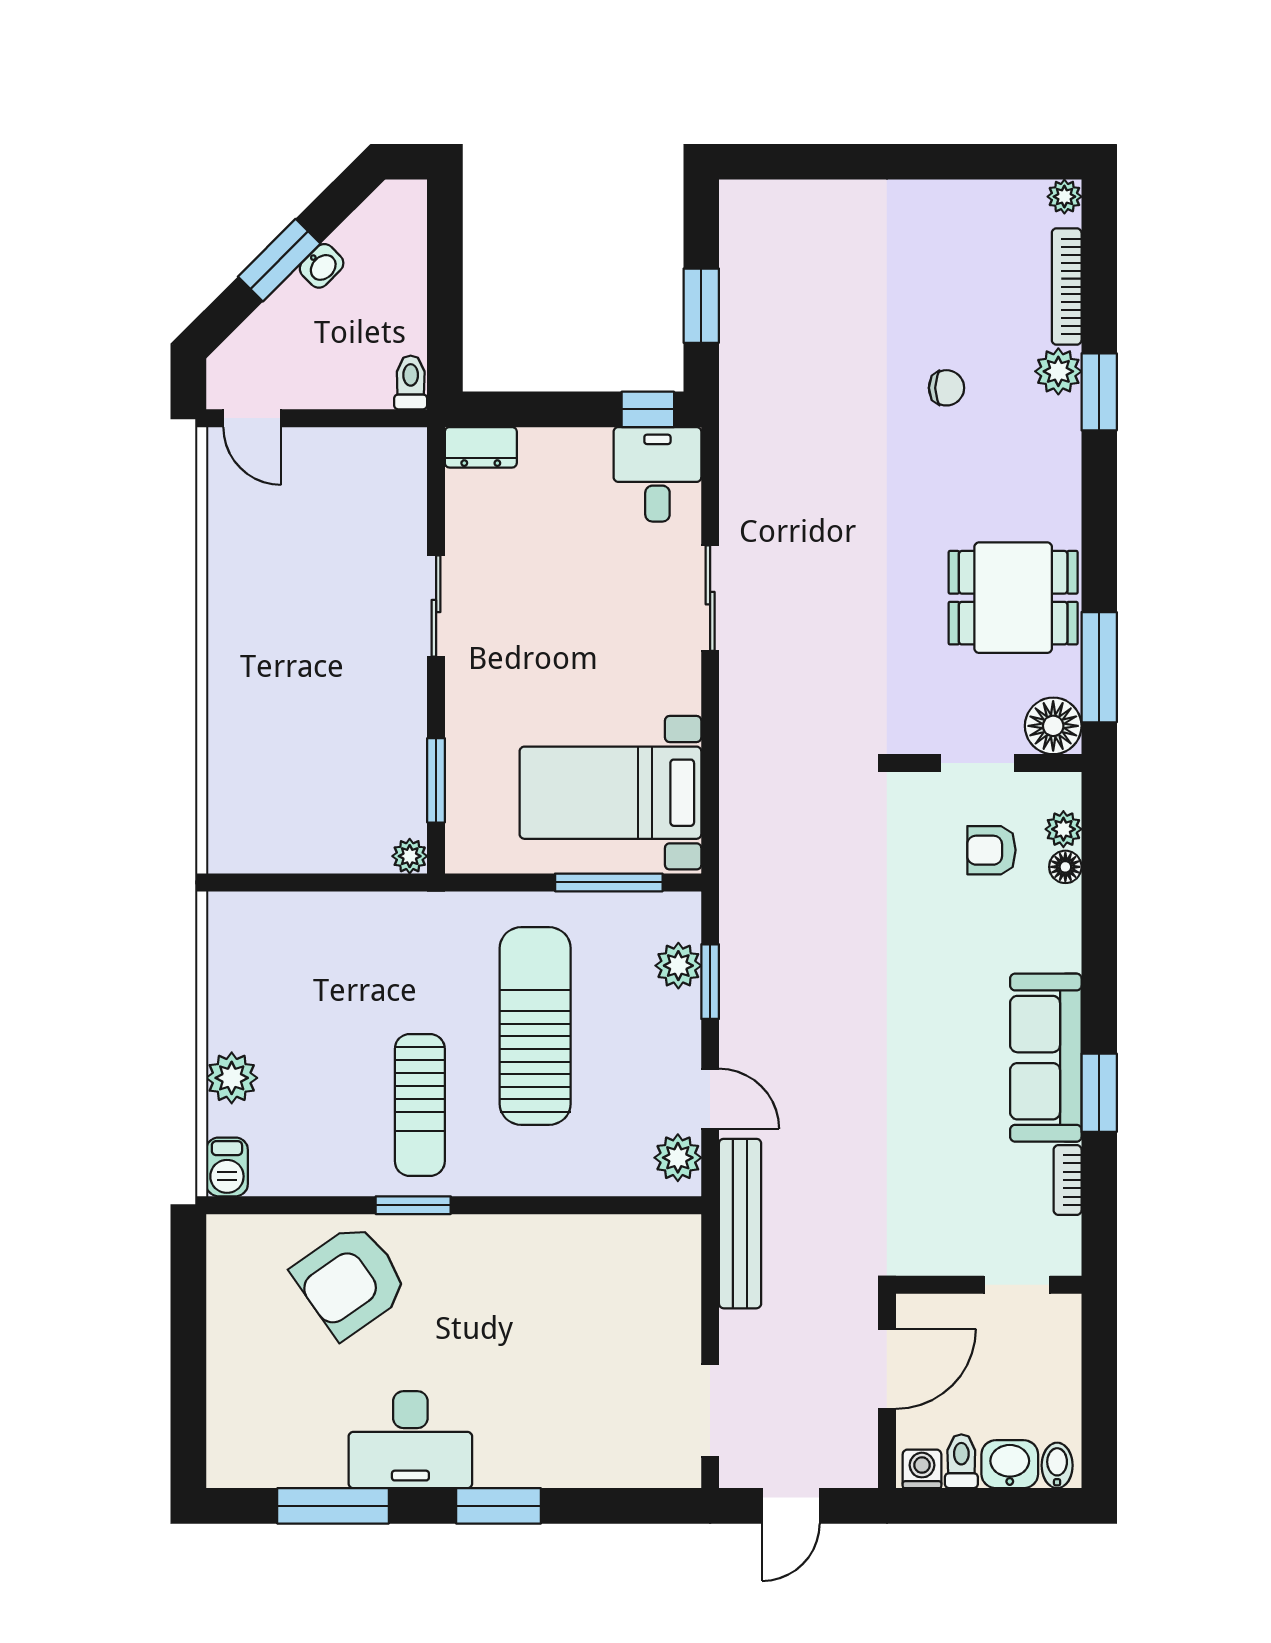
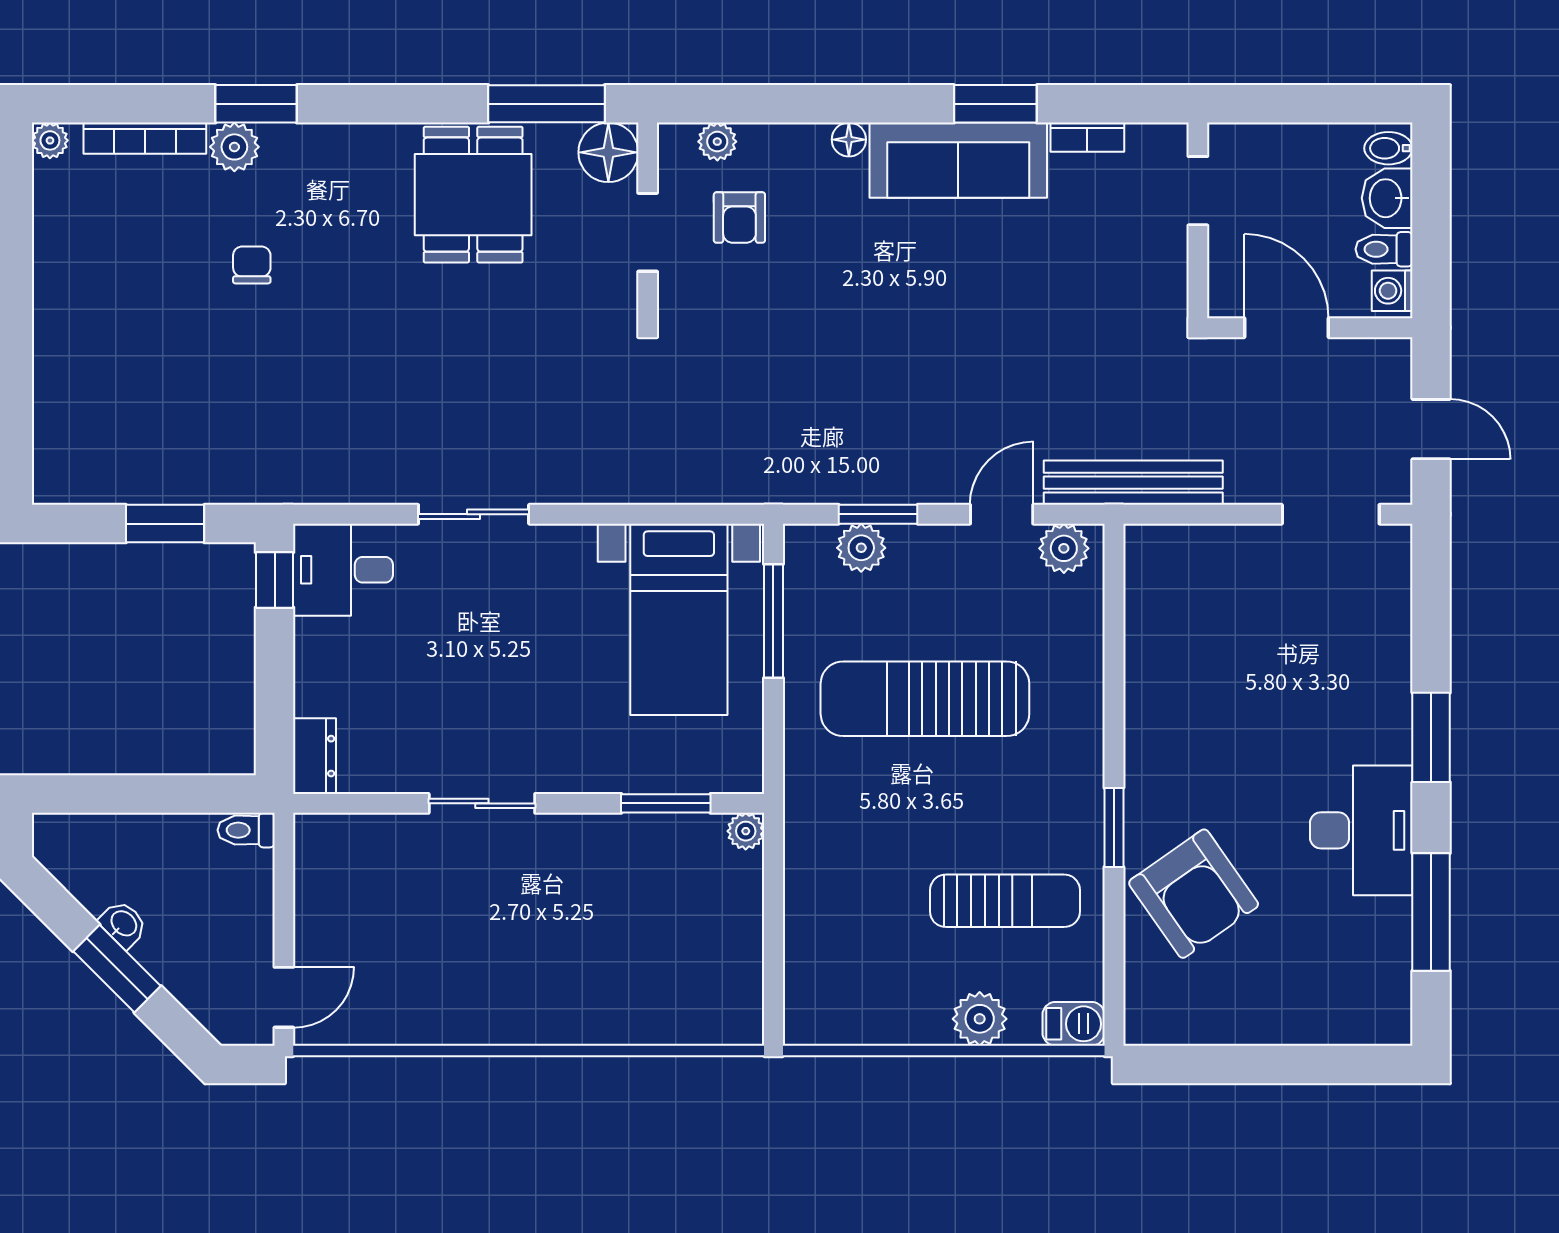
floor lamp: (1065, 867) -> (849, 140), moved
sun lounger: (420, 1105) -> (1005, 901), moved

